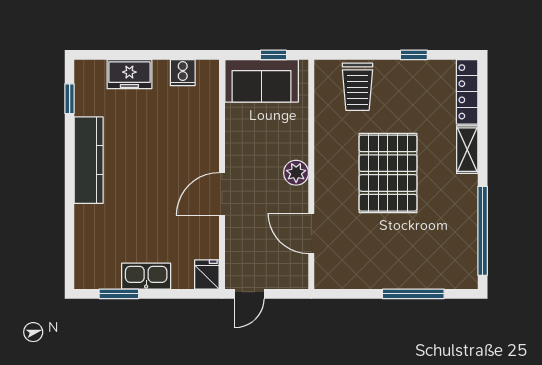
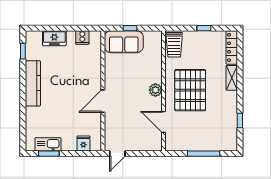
plant: (296, 173) -> (155, 90), moved
wall: (311, 174) -> (164, 91), moved
window: (483, 231) -> (240, 121), width x0.32
door: (311, 233) -> (164, 122), moved
fridge: (207, 275) -> (83, 143), moved
kitchen sink: (146, 276) -> (48, 144), moved

